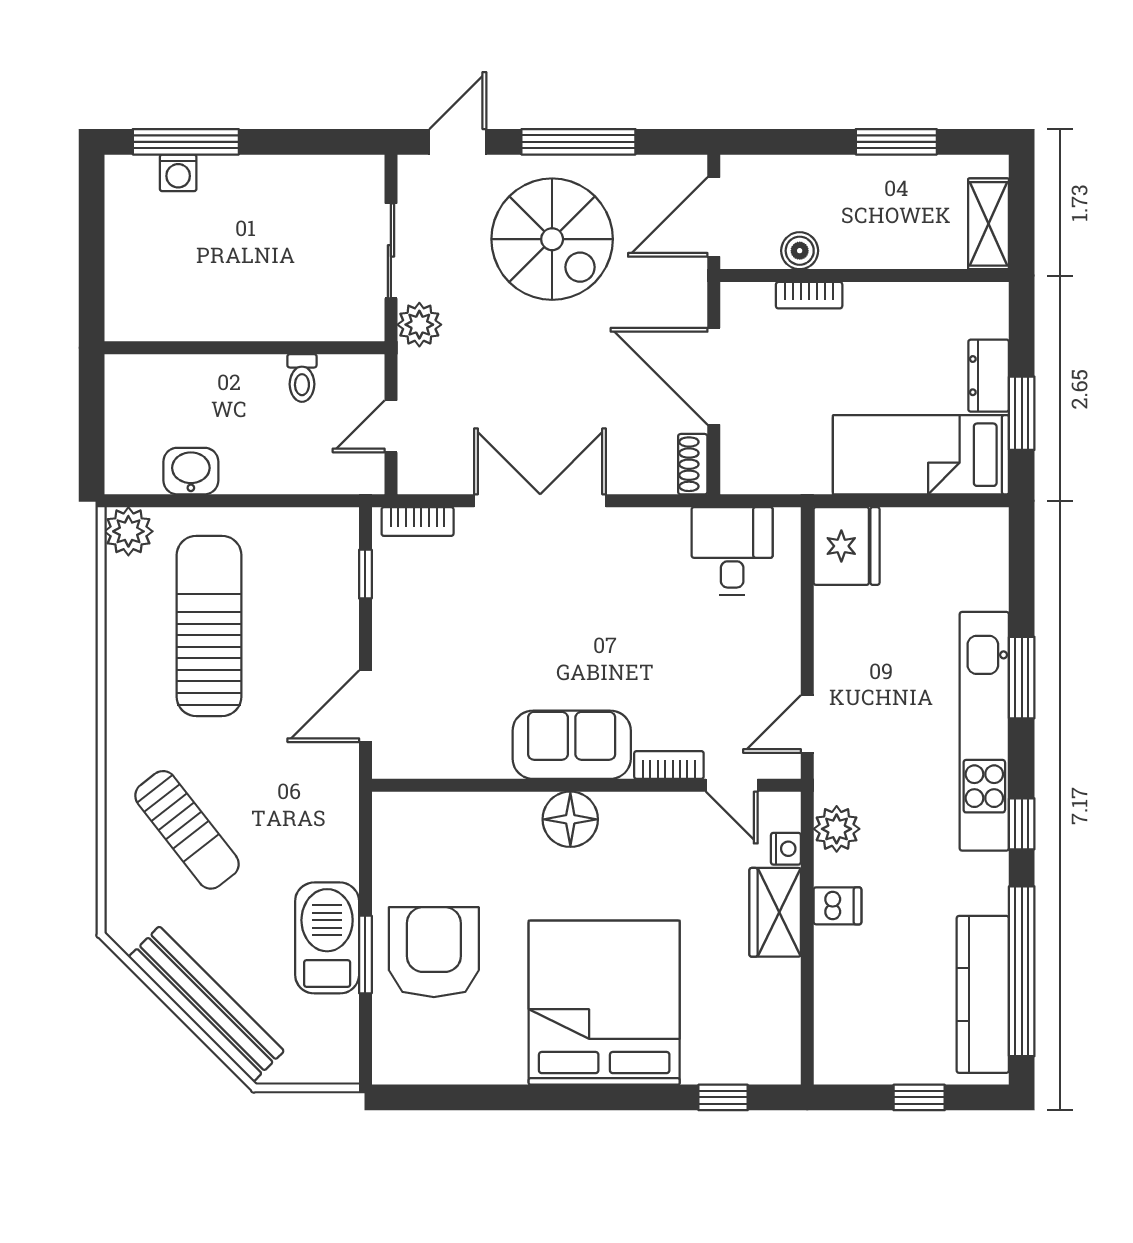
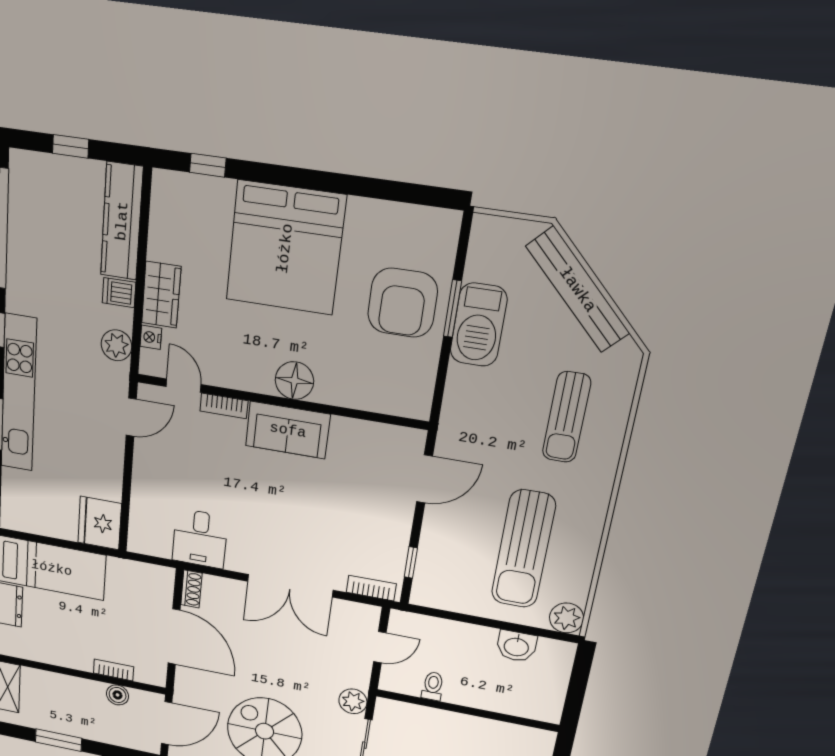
desk: (732, 551) -> (200, 539), moved
sun lounger: (187, 830) -> (567, 417), turned -142
kitchen counter: (983, 994) -> (122, 221), moved, turned 180

